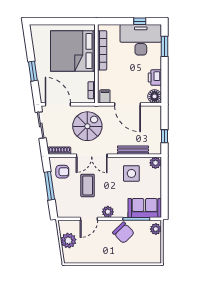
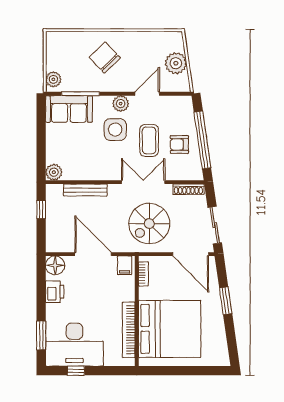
armchair: (62, 172) -> (179, 144), moved
side table: (131, 173) -> (115, 130), moved
window: (49, 186) -> (202, 140), width x1.46
chair: (123, 233) -> (105, 58), moved

